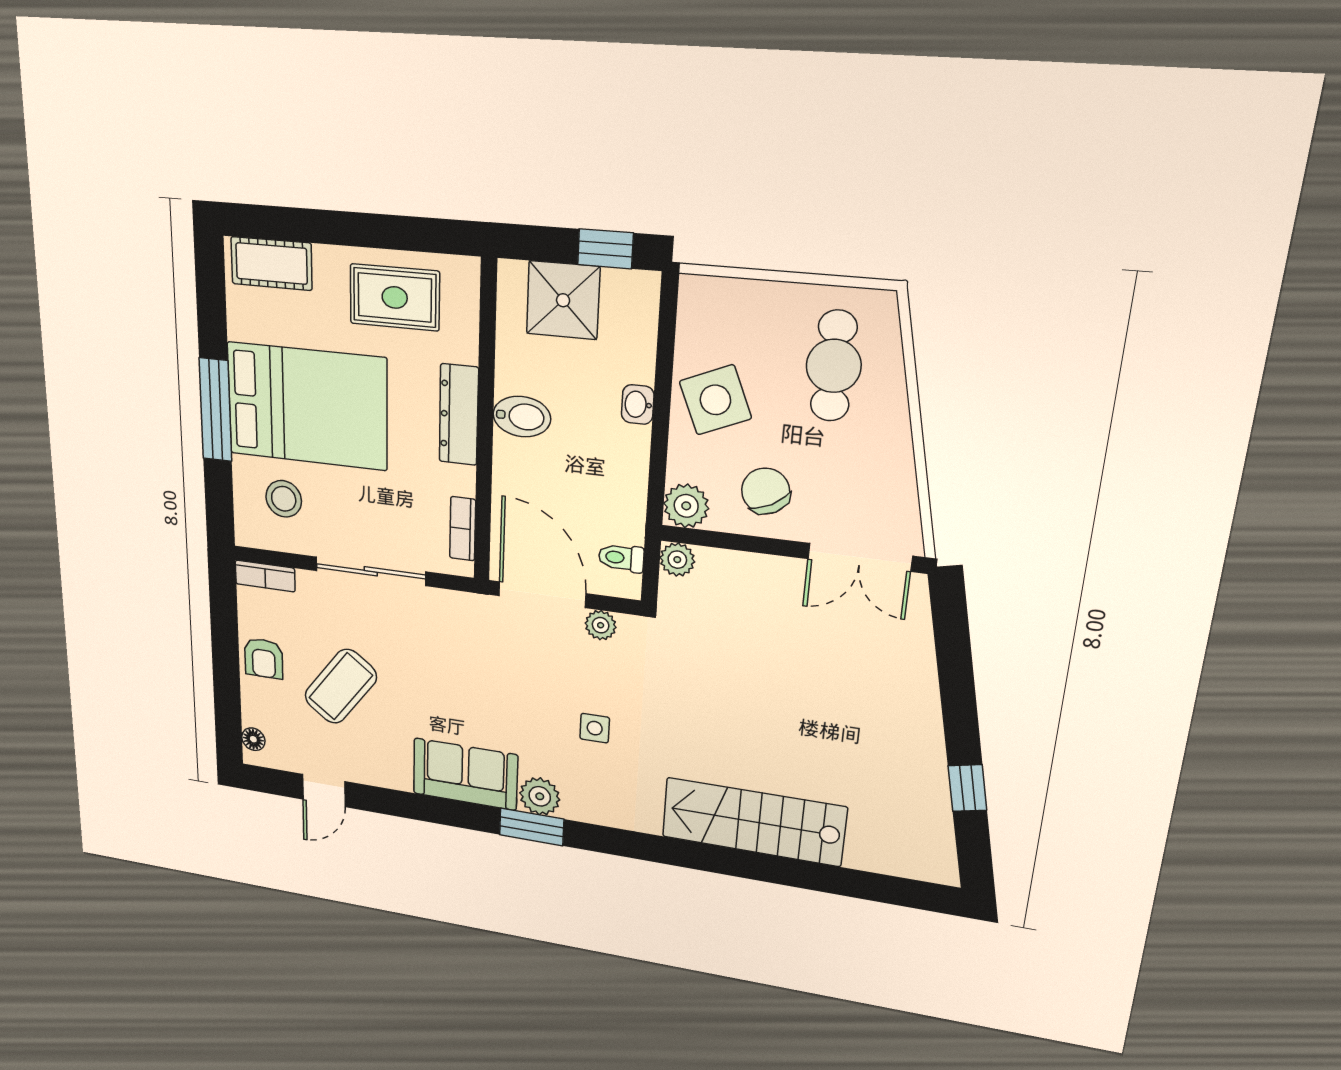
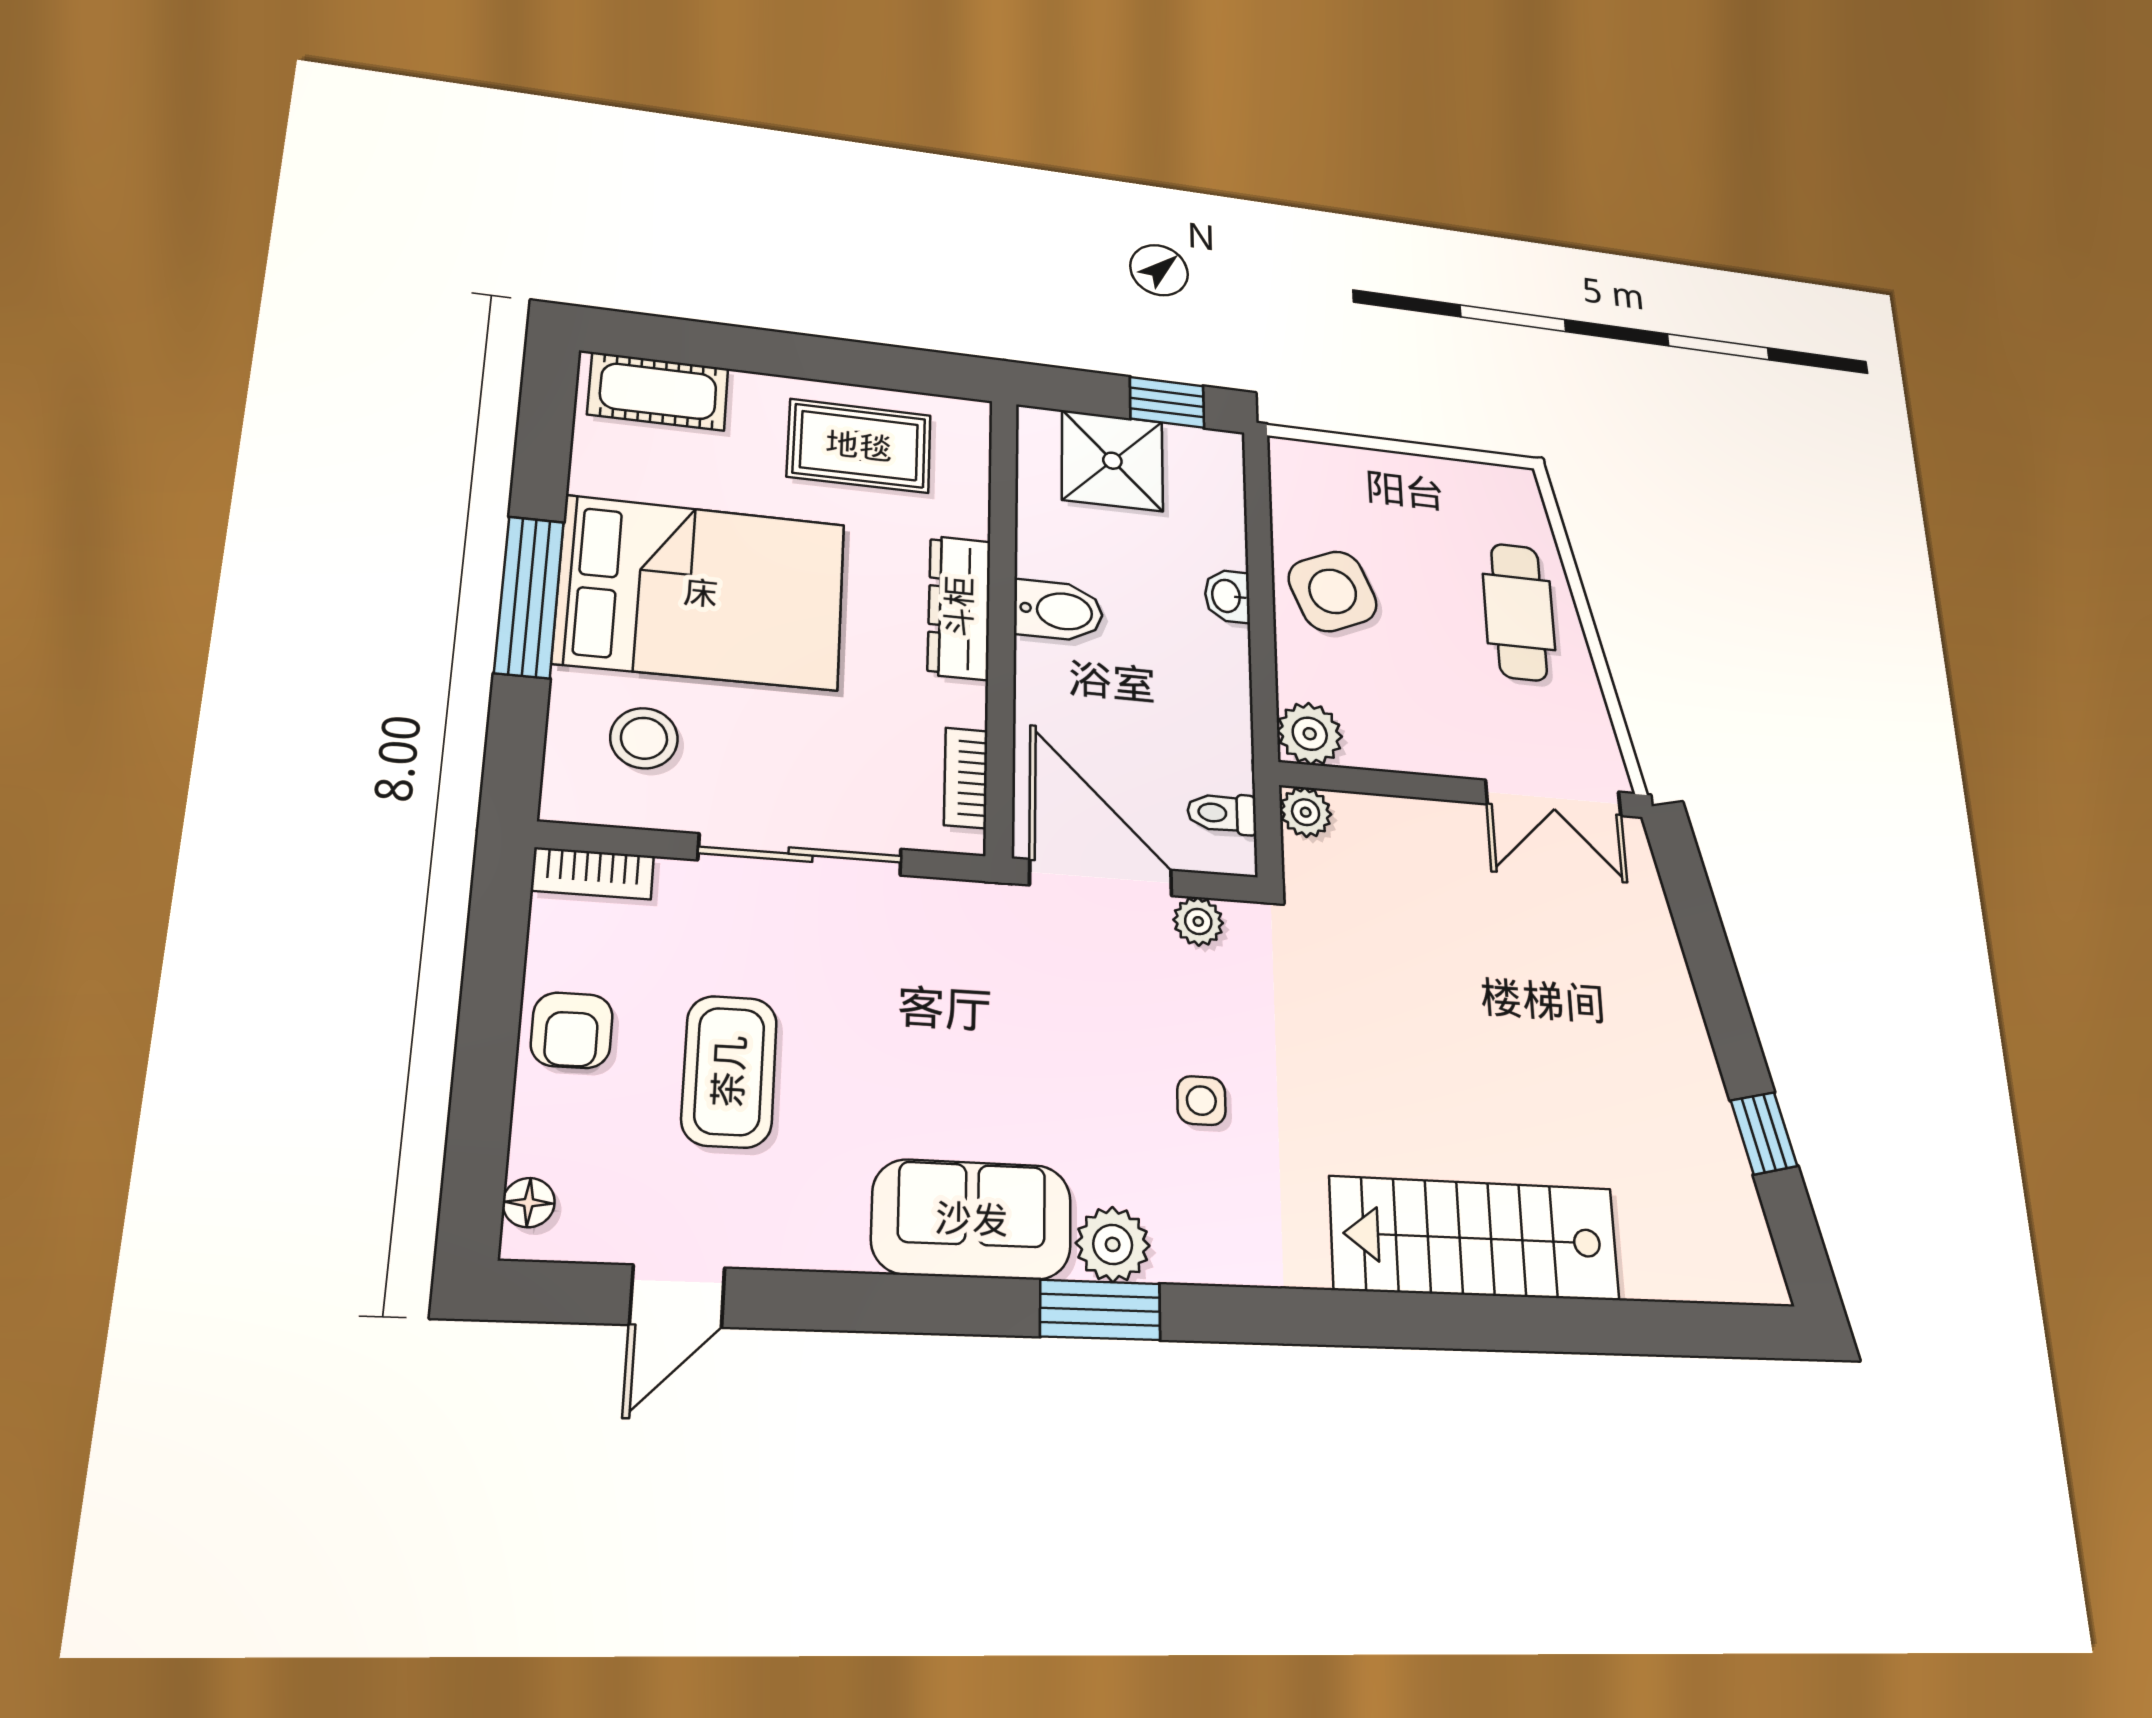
cafe table: (834, 366) -> (1519, 612), moved
chair: (766, 491) -> (1416, 711), removed
coffee table: (341, 686) -> (729, 1071), turned -37

